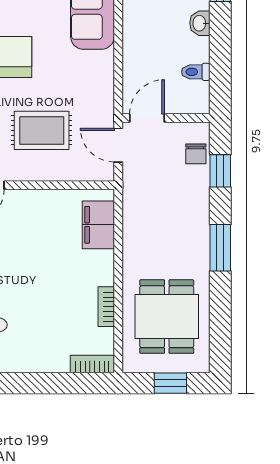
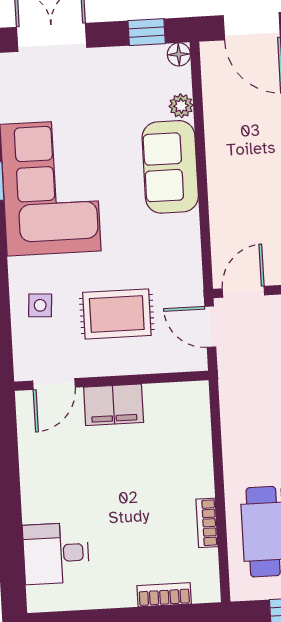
filing cabinet: (98, 225) -> (114, 405), moved, turned -90
bookcase: (92, 364) -> (164, 595), moved

